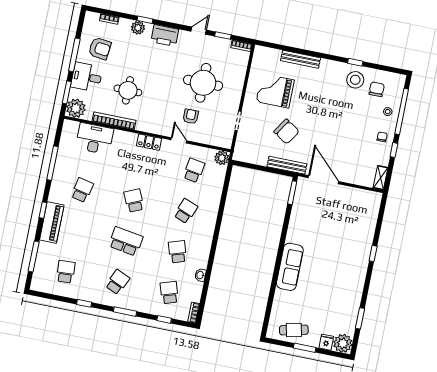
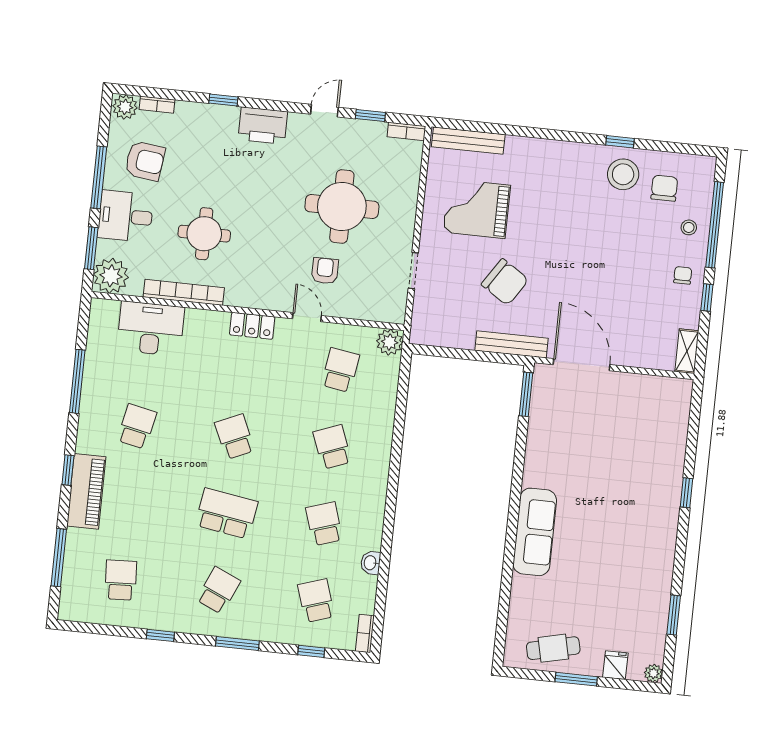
plant: (138, 28) -> (125, 107), moved
bench: (301, 59) -> (468, 141), moved
school desk: (186, 211) -> (332, 447), turned -42
plant: (343, 343) -> (653, 673), width x0.53, depth x0.53

